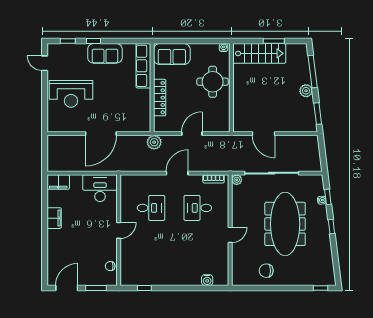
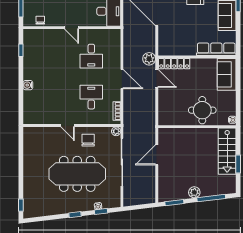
locker: (160, 98) -> (174, 64), moved
door: (192, 134) -> (157, 78), moved
chair: (266, 271) -> (88, 140), moved
water cooler: (207, 280) -> (28, 85), moved

